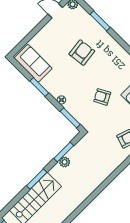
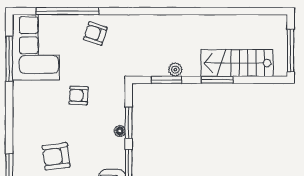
armchair: (102, 97) -> (79, 96), turned 121
window: (70, 118) -> (129, 123), moved

